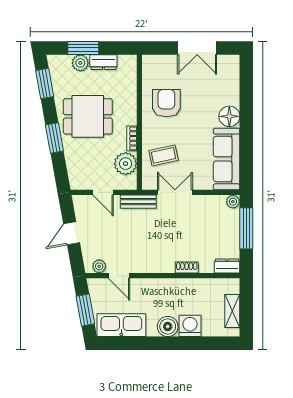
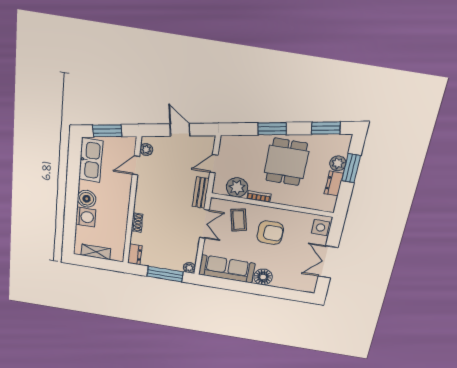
side table: (157, 65) -> (321, 227), added
armchair: (166, 103) -> (270, 233), moved

